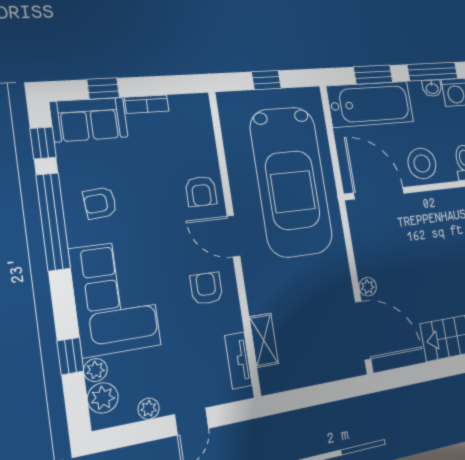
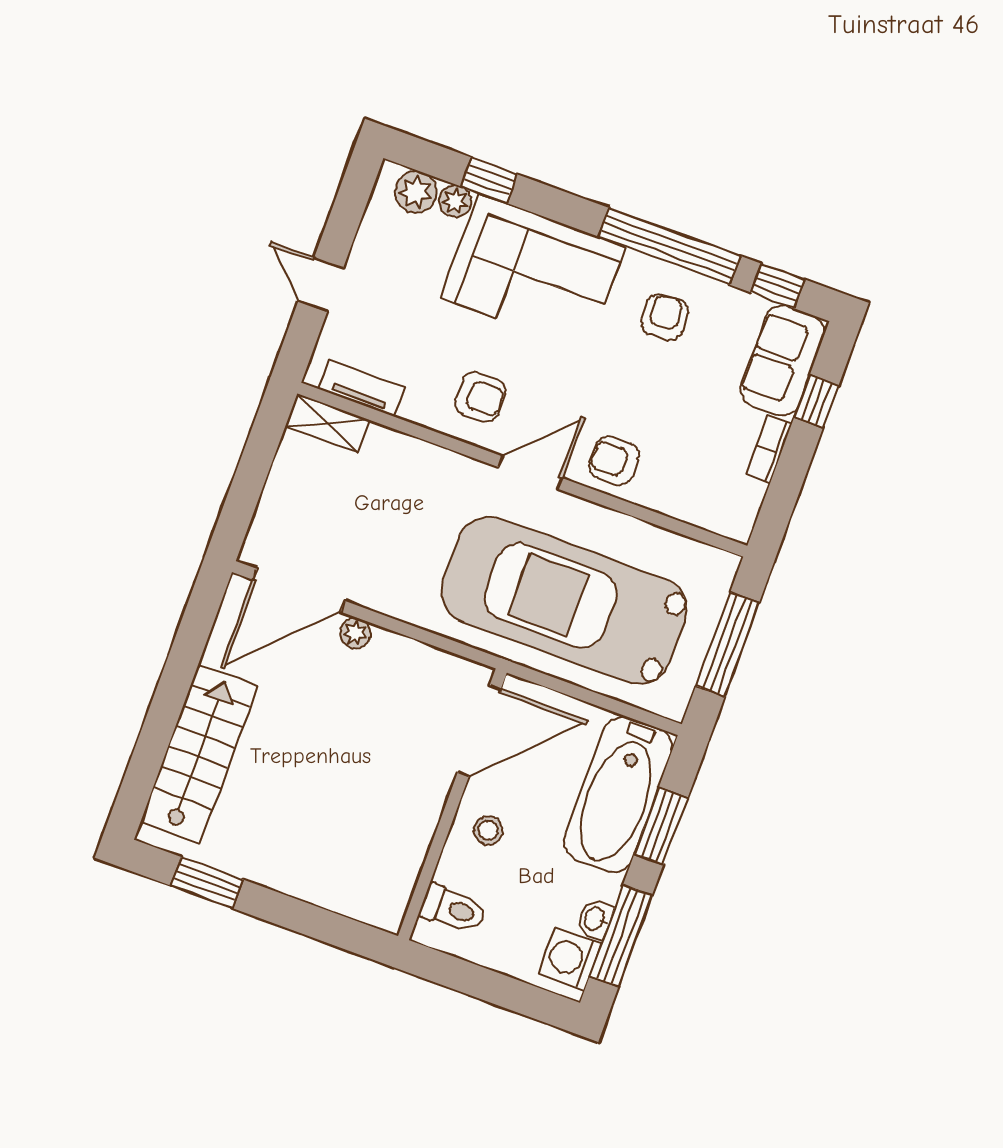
window: (266, 80) -> (727, 644), width x2.17
stool: (422, 163) -> (488, 830), width x0.53, depth x0.53
shelving: (264, 340) -> (328, 423), moved
plant: (149, 409) -> (369, 240), removed

